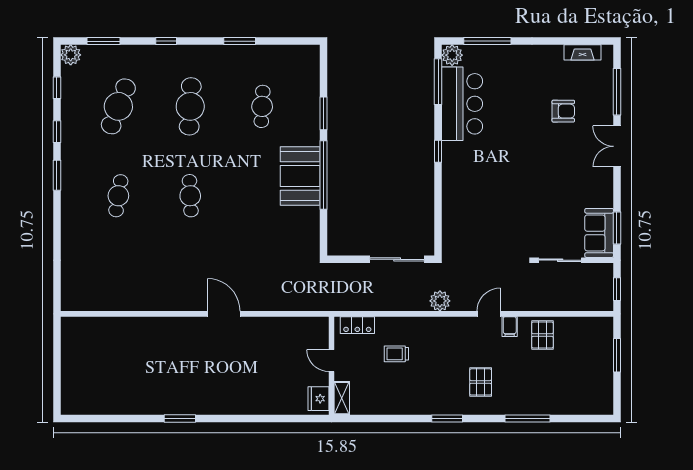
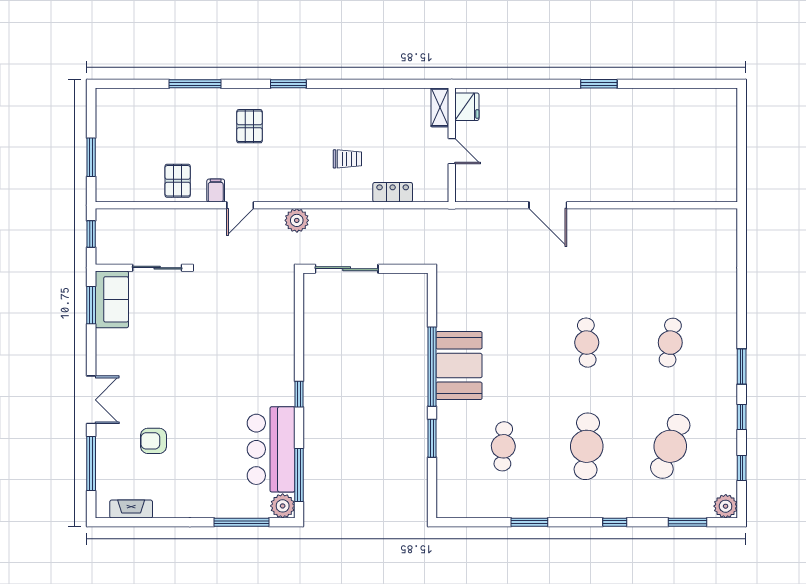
door: (332, 361) -> (452, 151), moved
wall: (332, 366) -> (452, 145), moved
shelving: (342, 398) -> (440, 107), moved
fridge: (319, 399) -> (467, 107), moved

